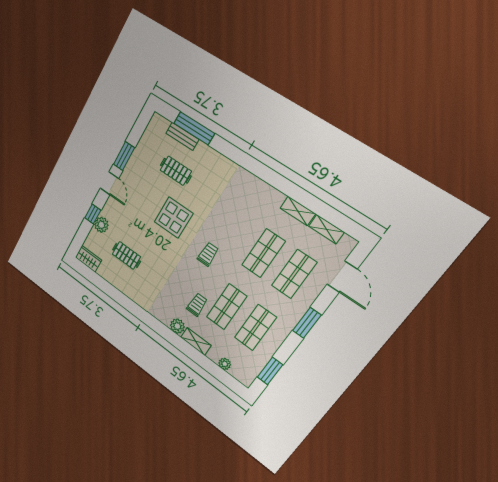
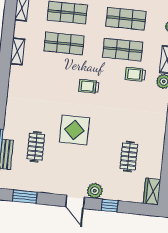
window: (124, 156) -> (25, 197), moved
door: (109, 183) -> (75, 202), swing flipped
shelving: (298, 211) -> (17, 51), moved
plant: (101, 225) -> (95, 191), moved

